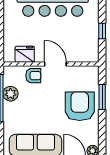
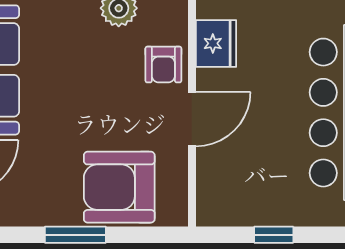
window: (102, 97) -> (75, 235), moved
armchair: (80, 106) -> (119, 187), moved, turned 180

